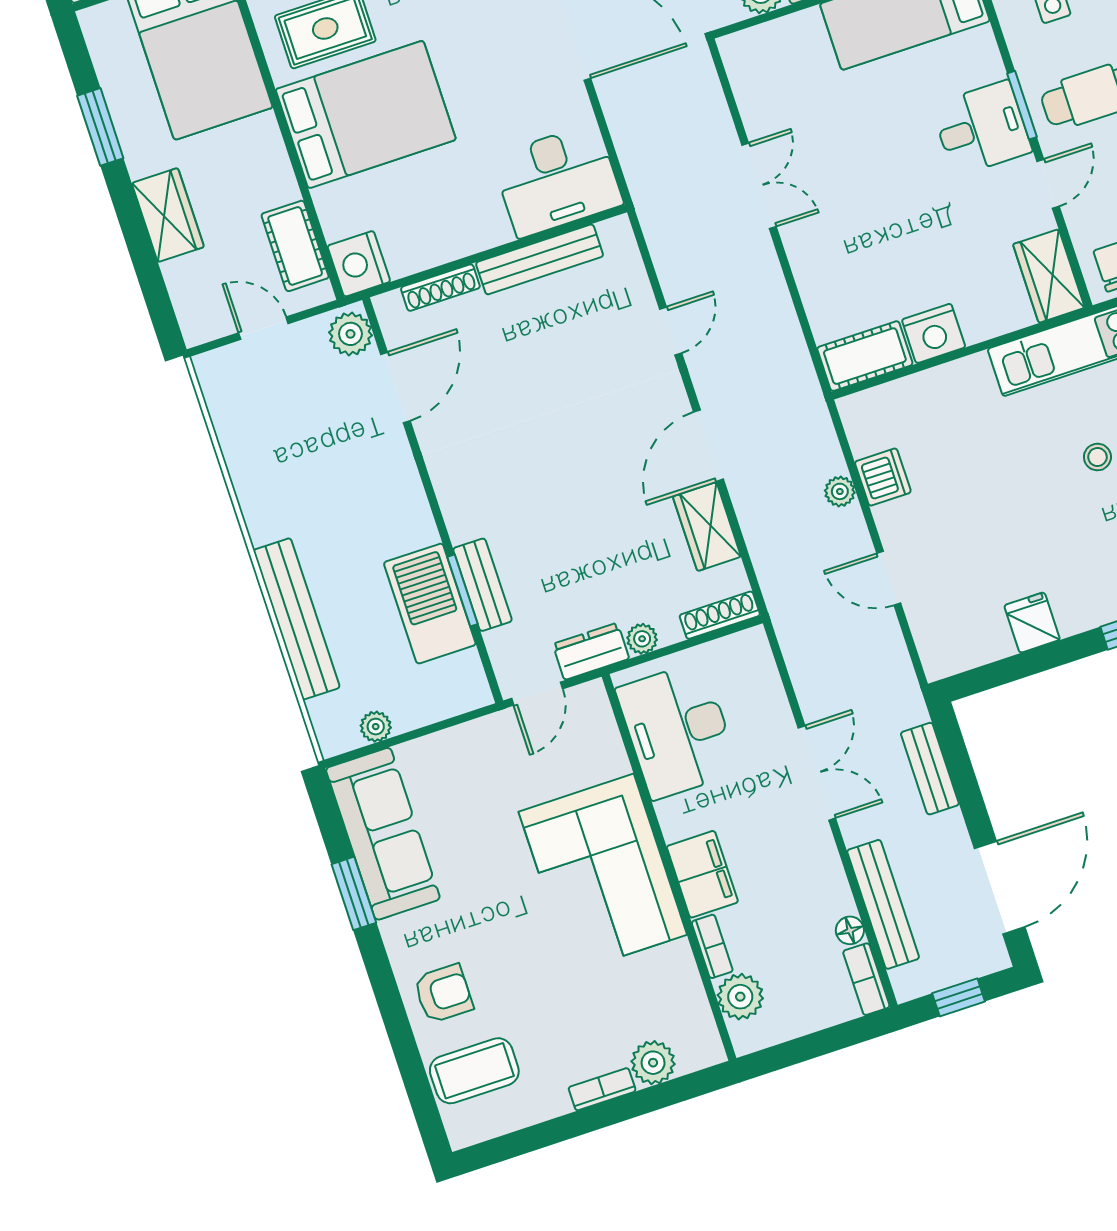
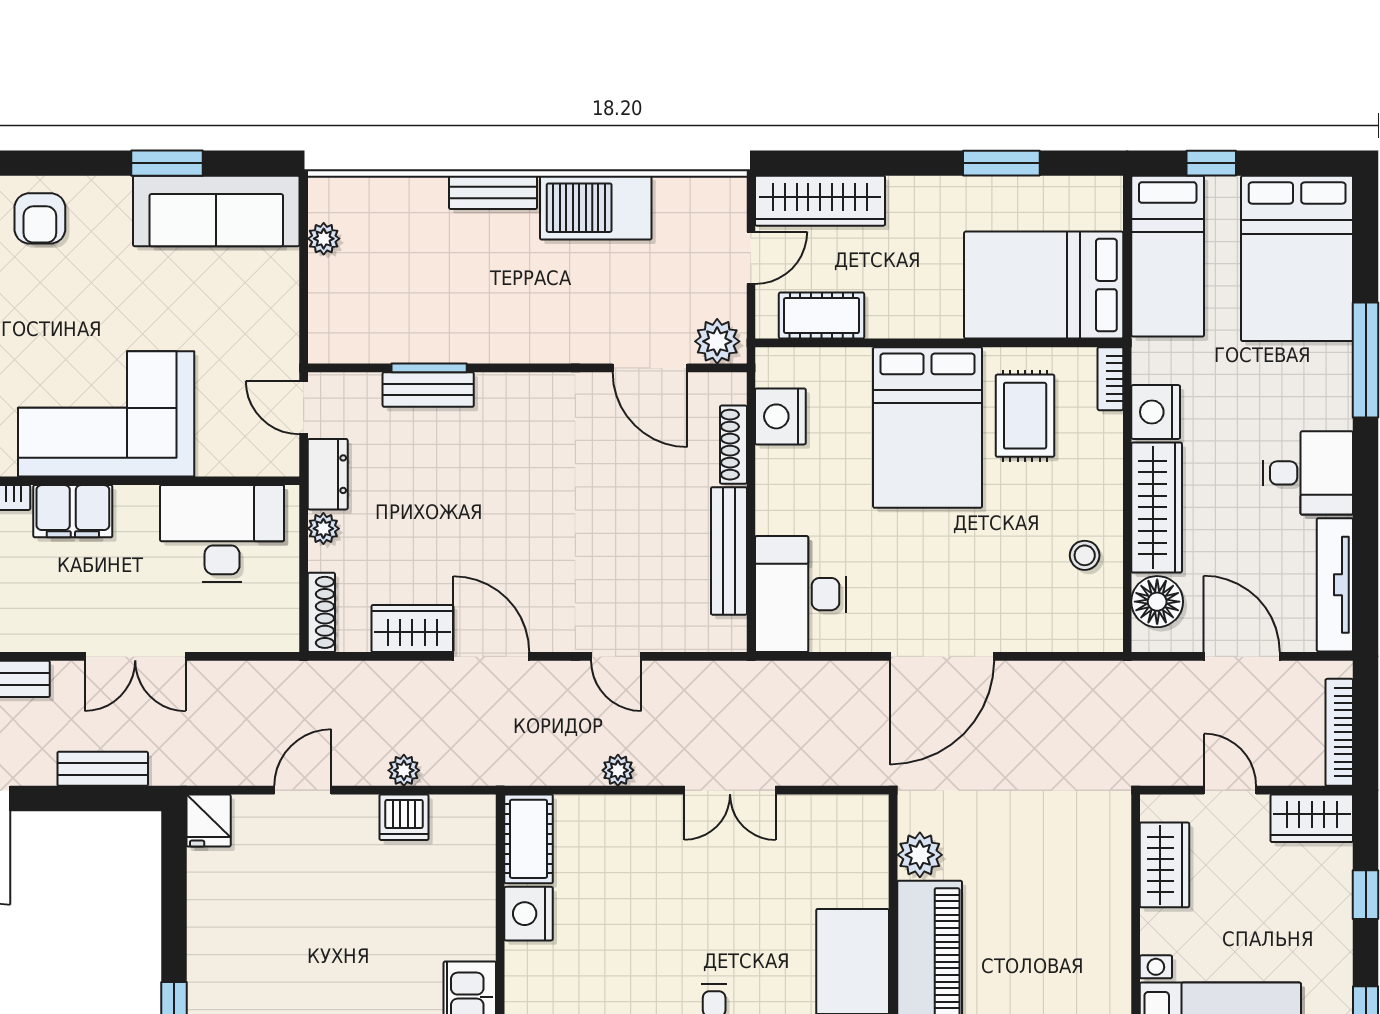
wardrobe: (168, 215) -> (820, 201), moved, width x1.50
nightstand: (359, 264) -> (780, 416), moved, turned -90
plant: (775, 295) -> (618, 770), added
barbecue: (430, 604) -> (596, 208), moved, turned 180
bench: (297, 619) -> (493, 192), width x0.54, depth x0.82
fridge: (1032, 623) -> (209, 821), moved, turned 90

